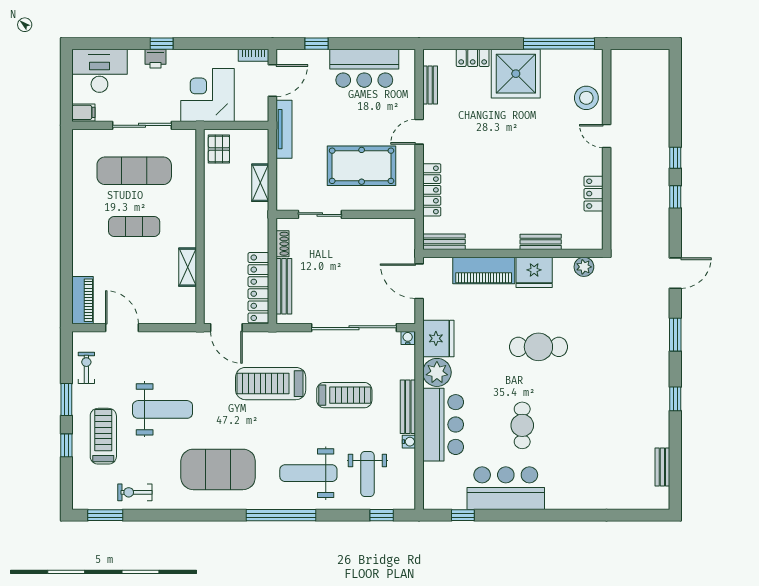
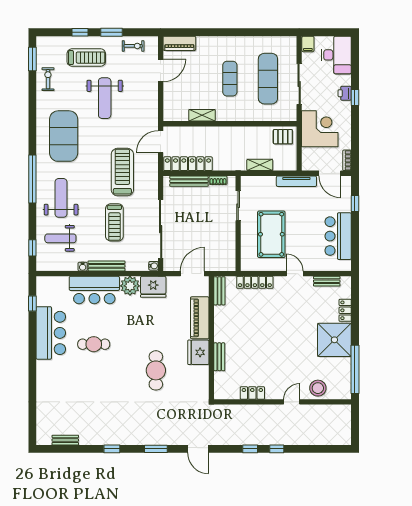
plant: (584, 267) -> (202, 386), removed
cafe table: (538, 347) -> (156, 370), moved

